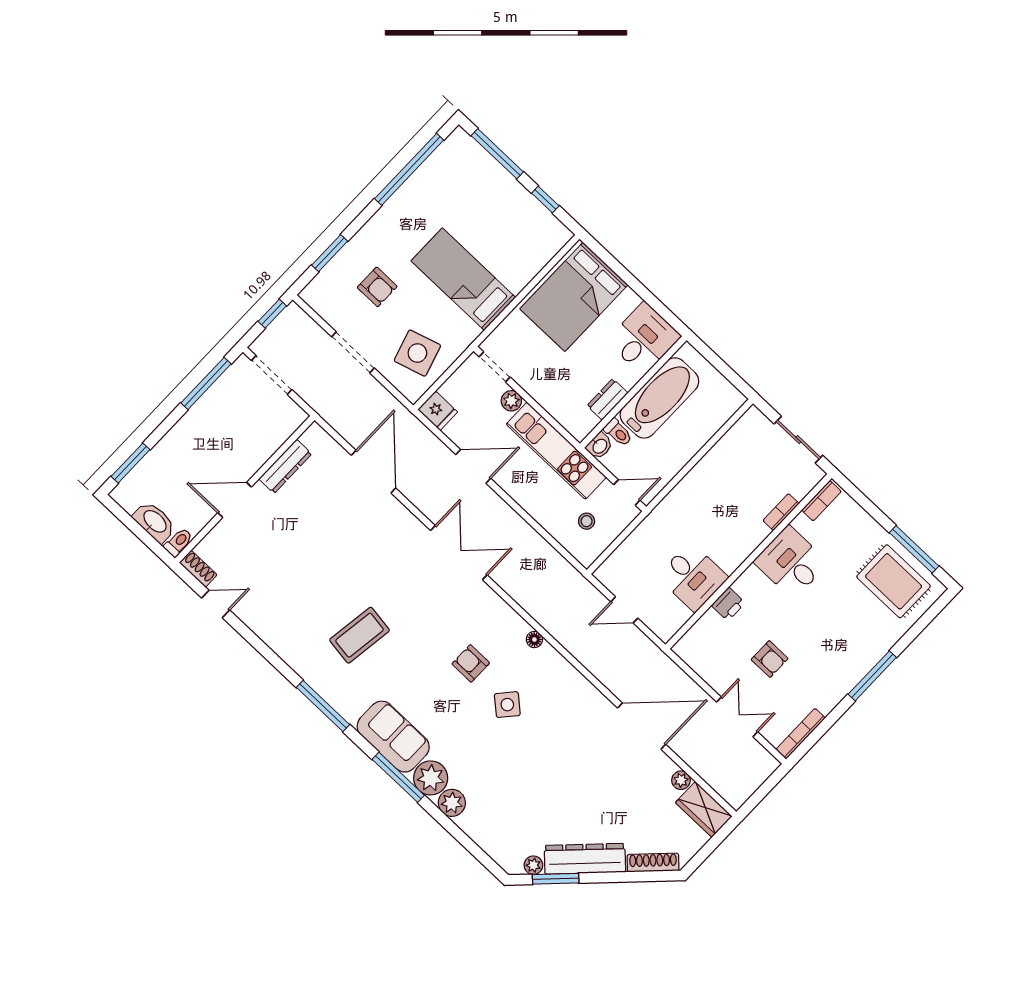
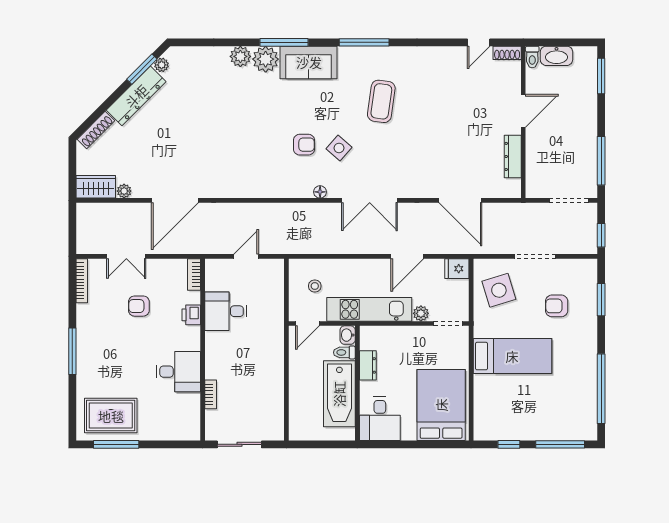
bookcase: (821, 501) -> (194, 274), moved
floor lamp: (534, 639) -> (320, 192), moved
side table: (507, 705) -> (339, 148), moved

